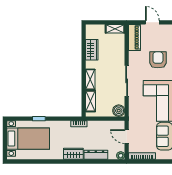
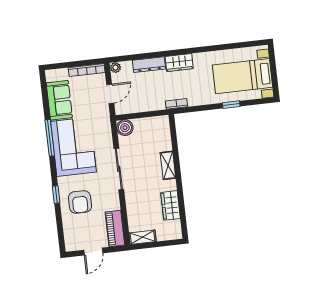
door: (152, 22) -> (93, 252), hinge flipped
shelving: (91, 101) -> (164, 136), removed
door: (127, 137) -> (110, 94), hinge flipped

